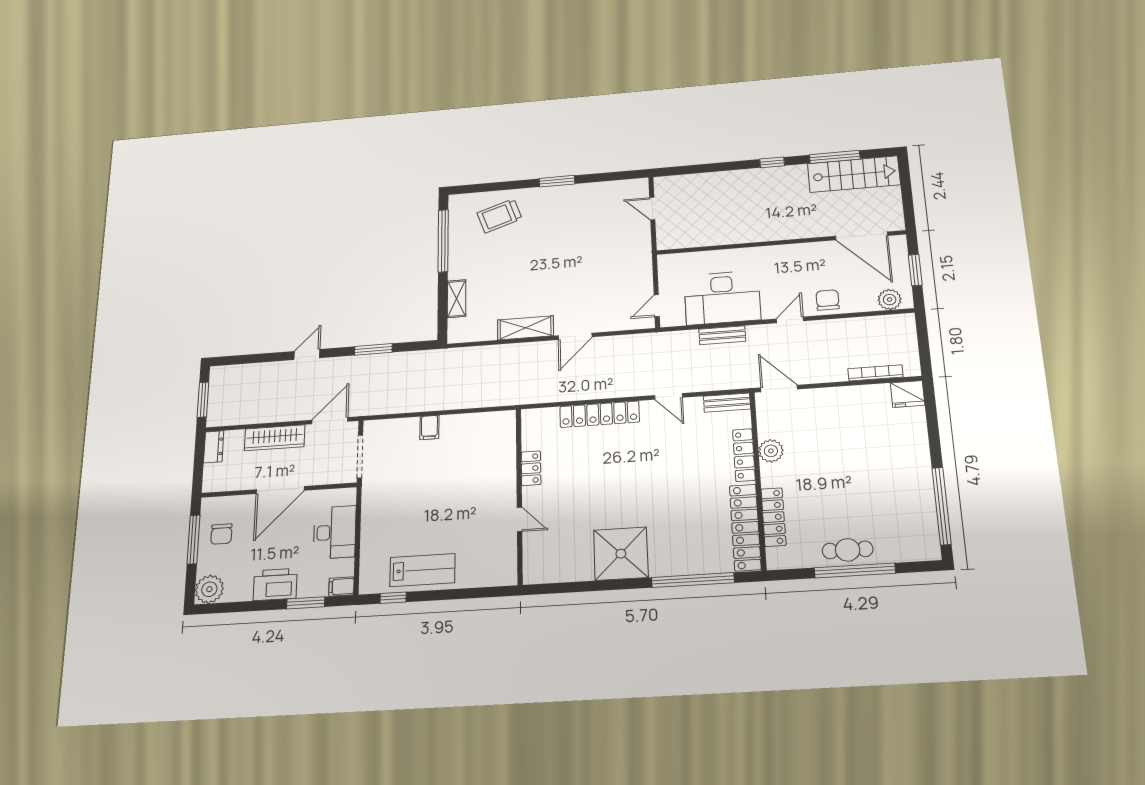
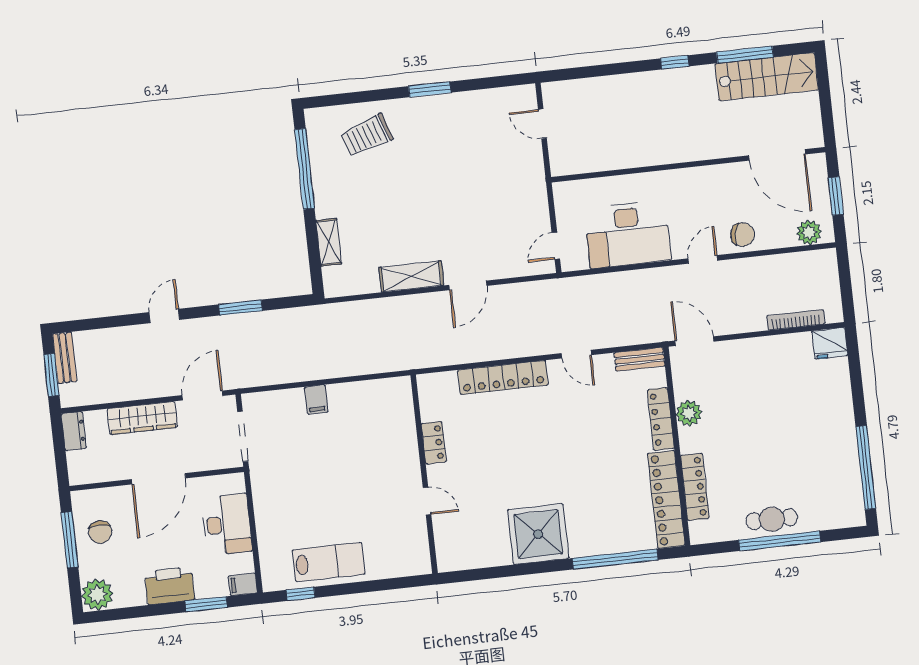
chair: (828, 300) -> (742, 235), turned 102
bench: (722, 335) -> (65, 358), moved, turned 90

